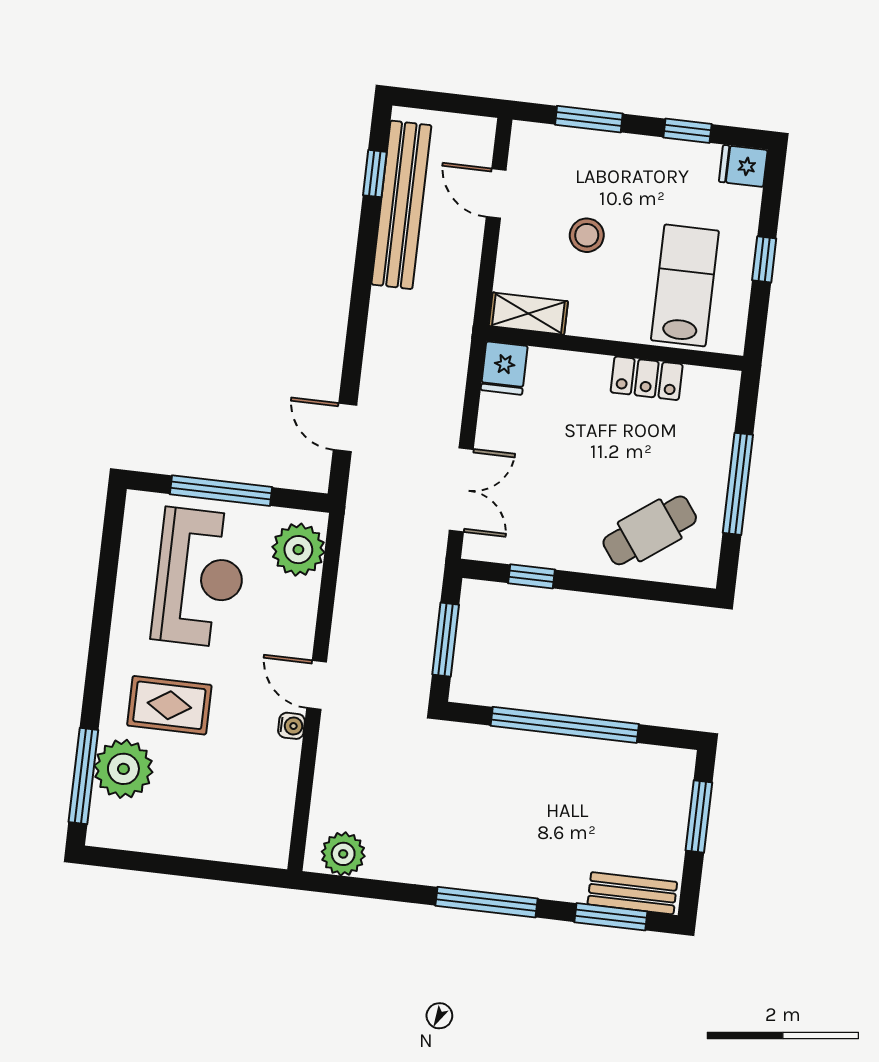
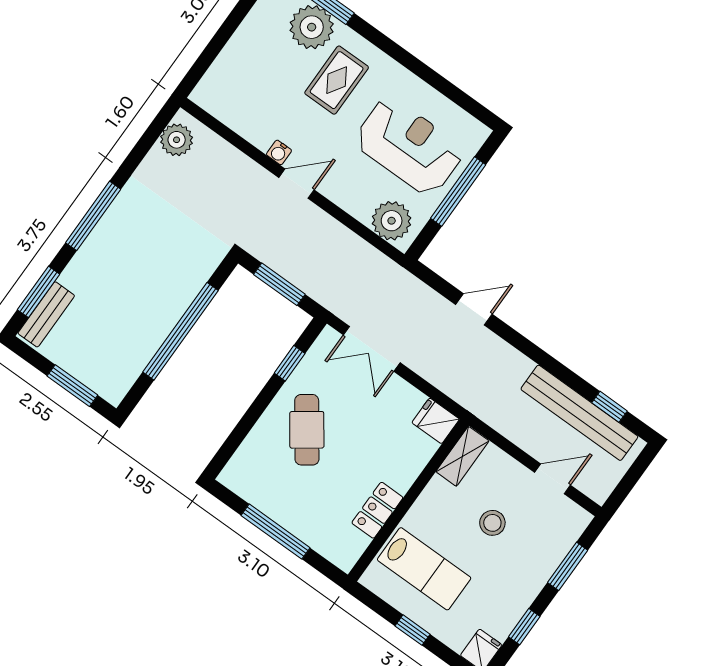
door: (345, 428) -> (474, 309), moved
cafe table: (650, 530) -> (307, 430), moved
reception desk: (200, 578) -> (409, 146), turned 180

